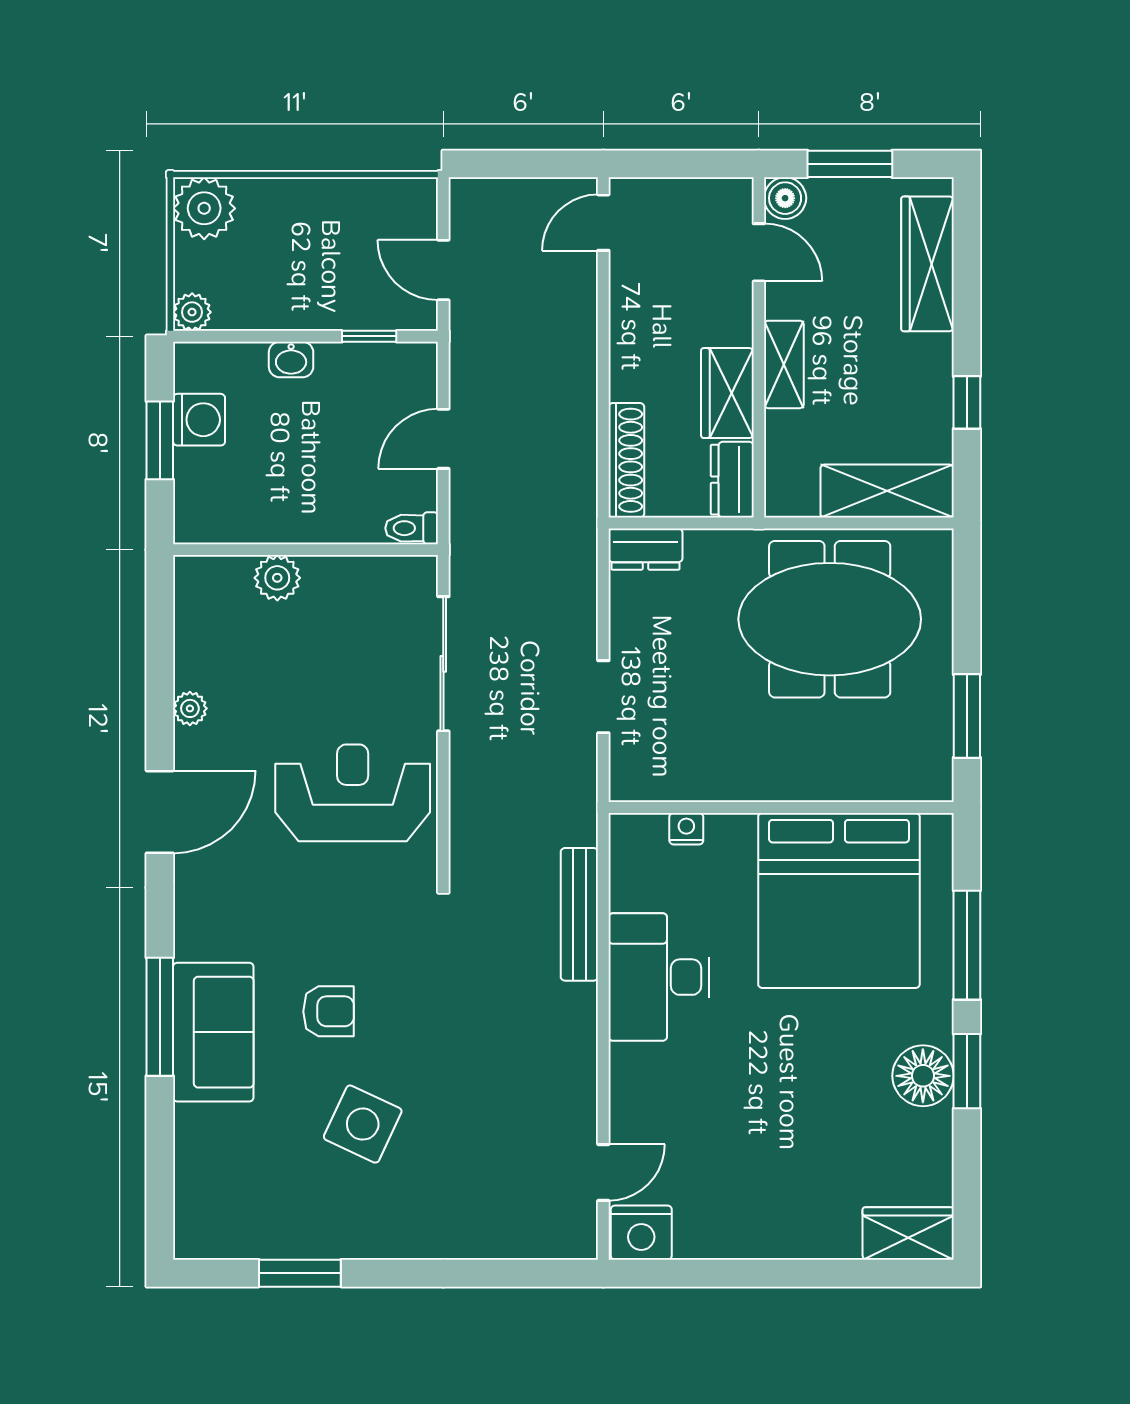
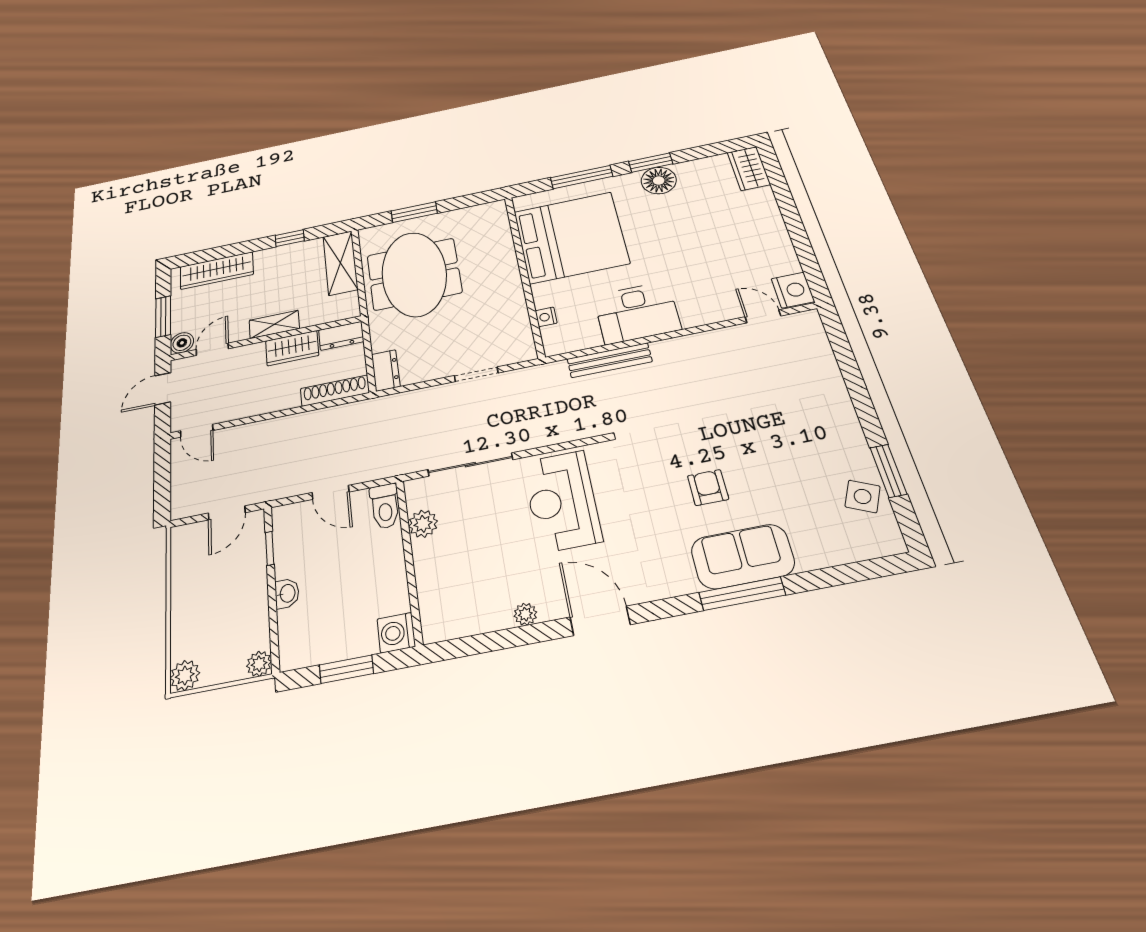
door: (699, 164) -> (163, 389), added
plant: (204, 208) -> (185, 675), width x0.73, depth x0.73
washing machine: (199, 420) -> (396, 633), moved, turned -90
toilet: (412, 528) -> (385, 506), width x1.37, depth x1.39
plant: (277, 578) -> (423, 524), moved
window: (967, 716) -> (414, 212), moved
side table: (363, 1124) -> (863, 496), moved, width x0.73, depth x0.73

